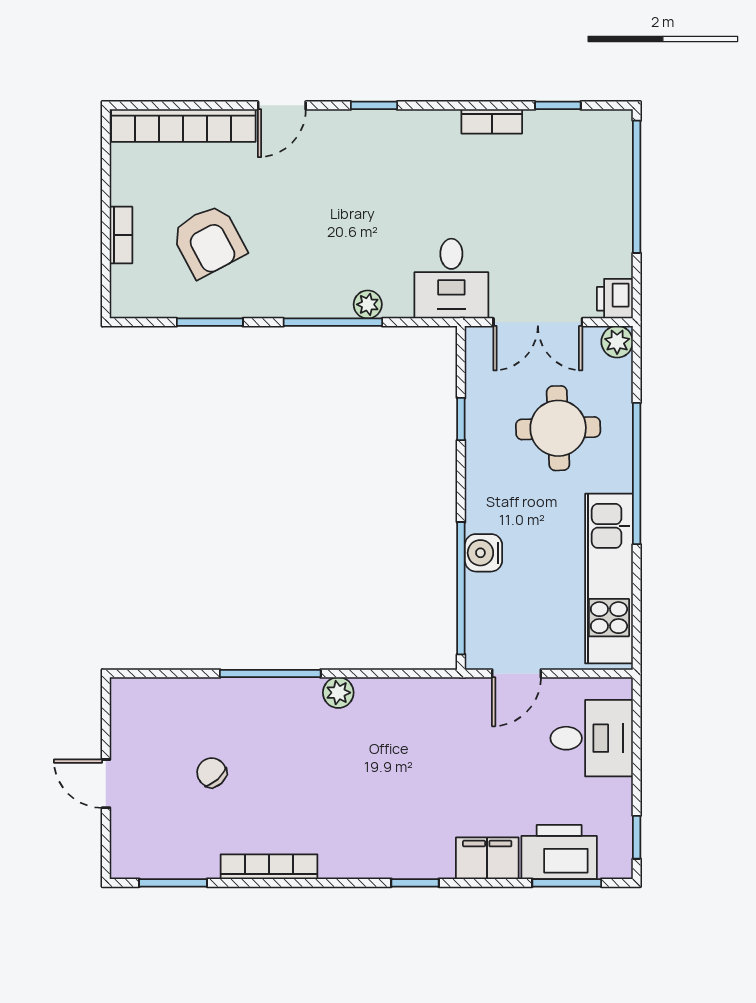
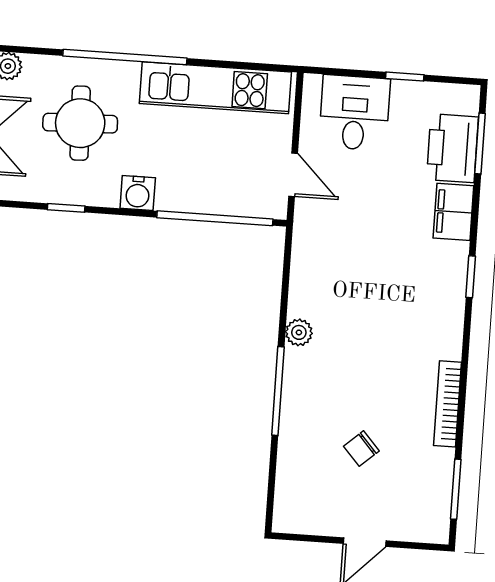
water cooler: (483, 553) -> (138, 193), moved
window: (637, 837) -> (405, 77), moved

